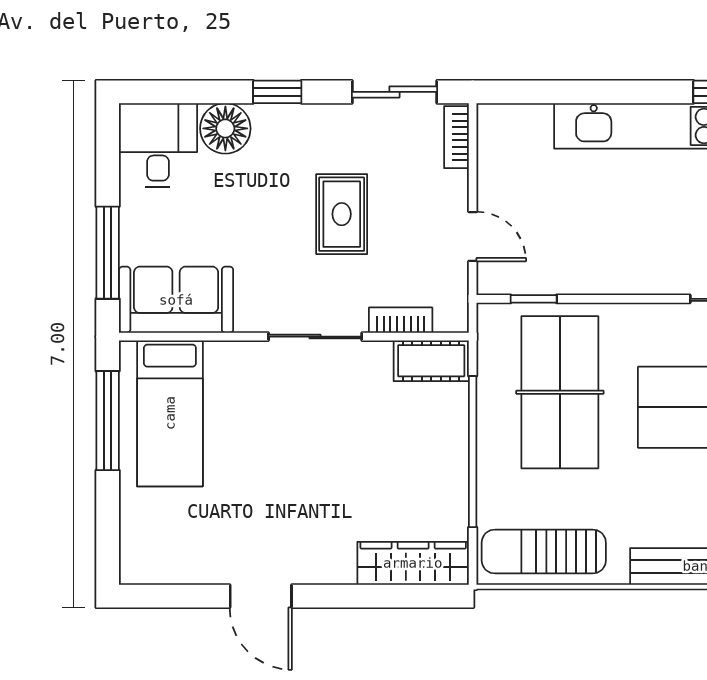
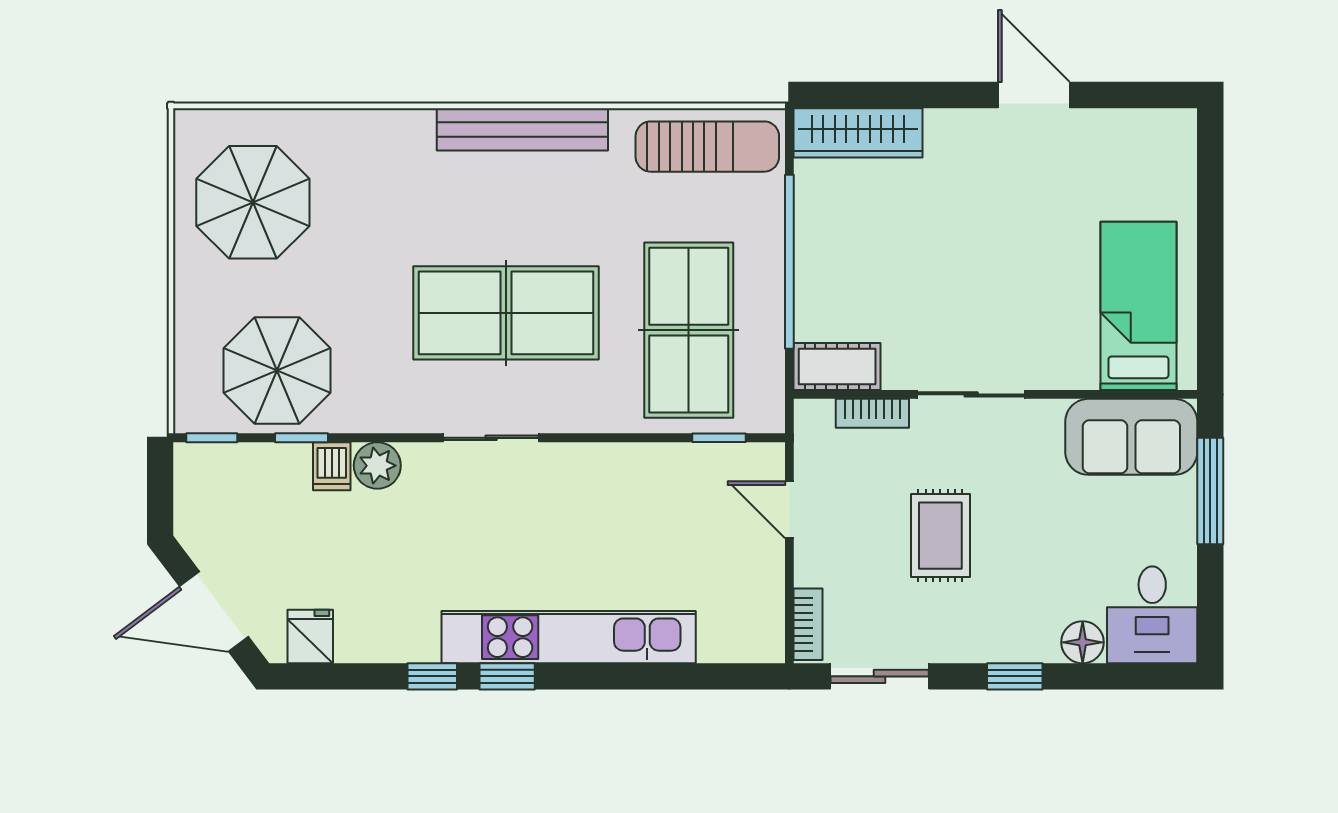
floor lamp: (225, 128) -> (1083, 642), width x0.73, depth x0.73
window: (108, 421) -> (1210, 297), removed

